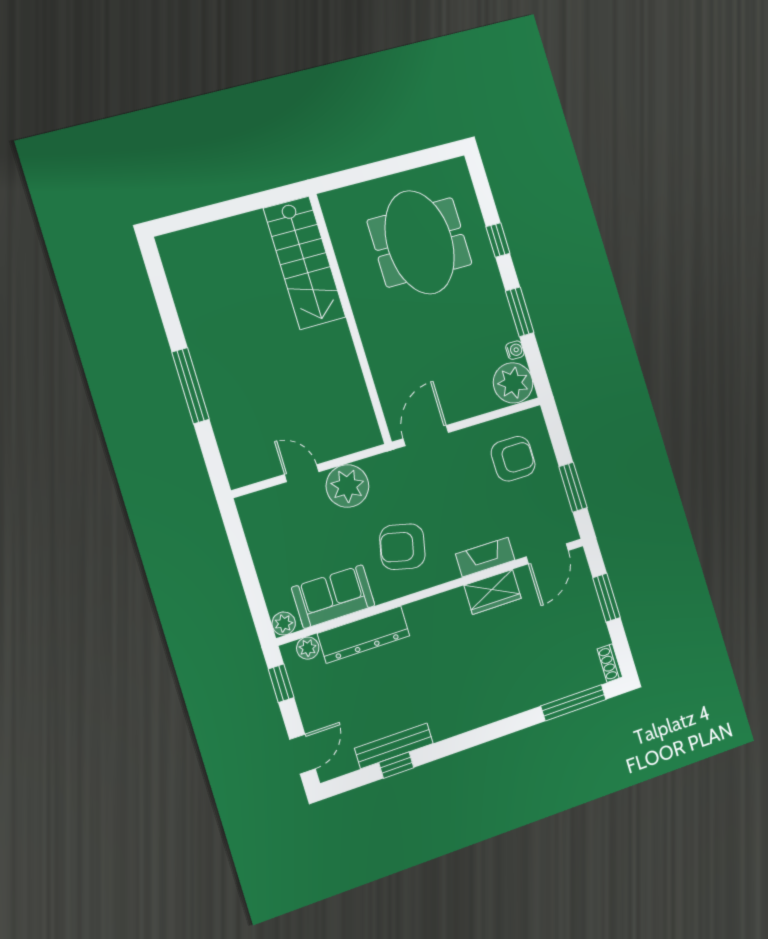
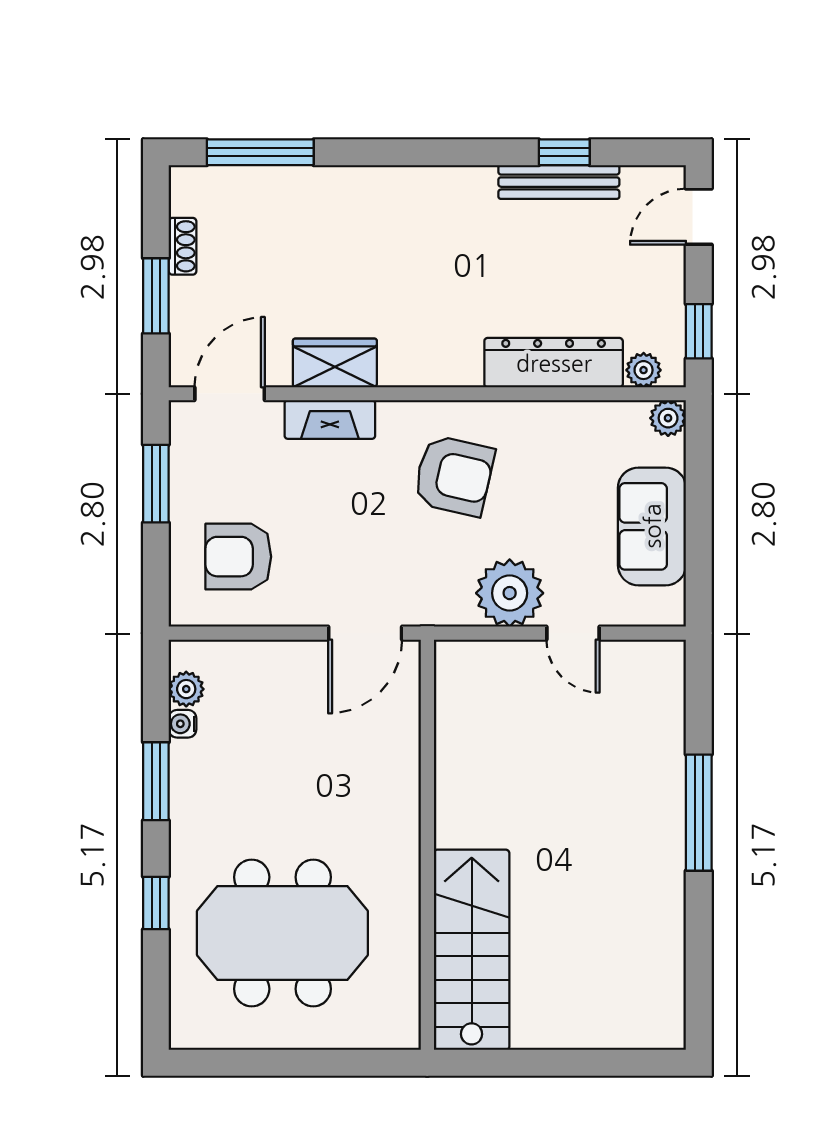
meeting table: (420, 242) -> (282, 933), turned 90
plant: (513, 383) -> (186, 689), width x0.53, depth x0.53
sofa: (333, 597) -> (652, 526), moved, turned 90
shoe rack: (610, 663) -> (183, 246), moved

